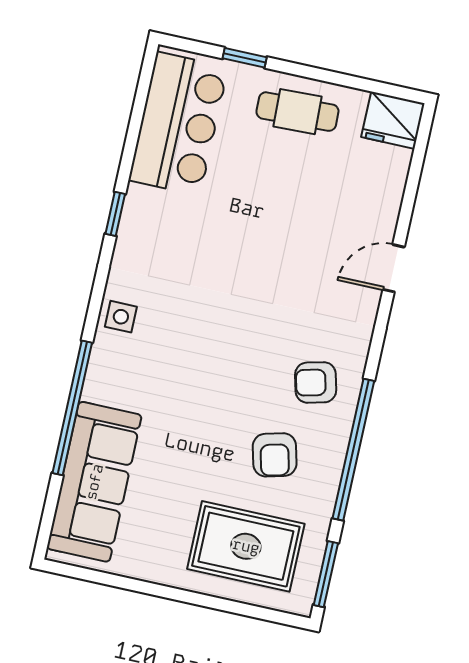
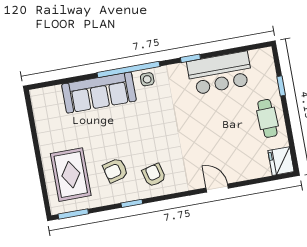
bar counter: (178, 124) -> (220, 73), moved
window: (72, 408) -> (128, 69), moved
window: (353, 450) -> (132, 203), width x0.32
sofa: (94, 482) -> (99, 93), moved

